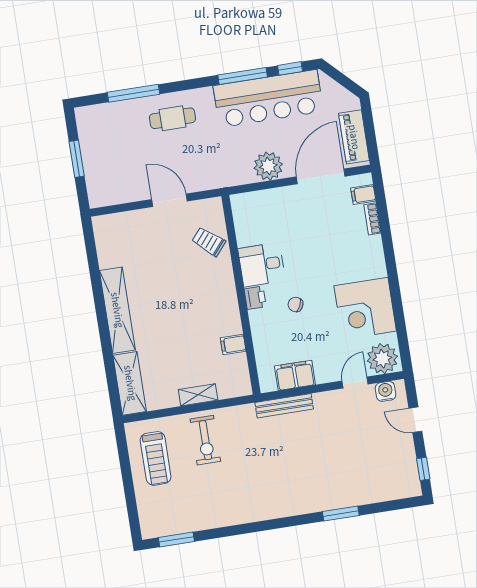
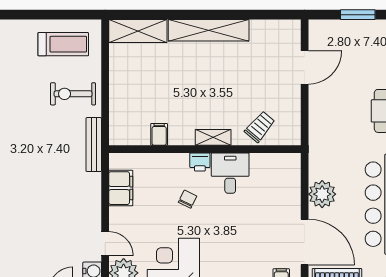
door: (169, 200) -> (305, 67), moved
shelving: (198, 395) -> (213, 137), moved, turned 90
bench: (284, 406) -> (94, 145), moved
treadmill: (156, 458) -> (63, 44), turned 180

